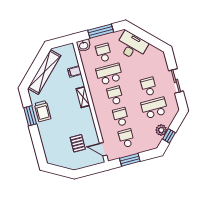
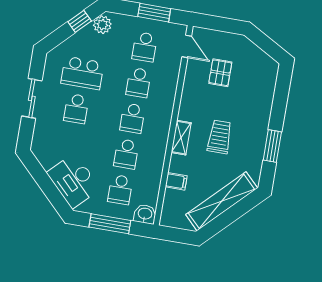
school desk: (109, 74) -> (126, 154), width x0.54
trolley: (43, 111) -> (220, 137), moved
plant: (161, 130) -> (102, 25), moved

